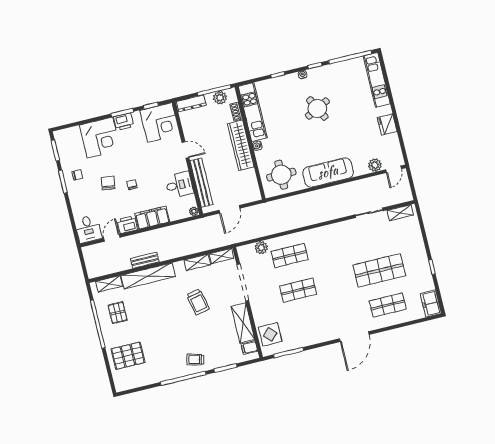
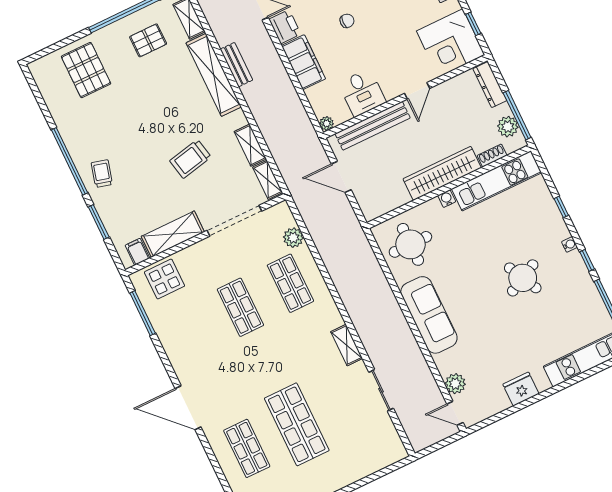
shelving: (400, 213) -> (347, 345), moved

